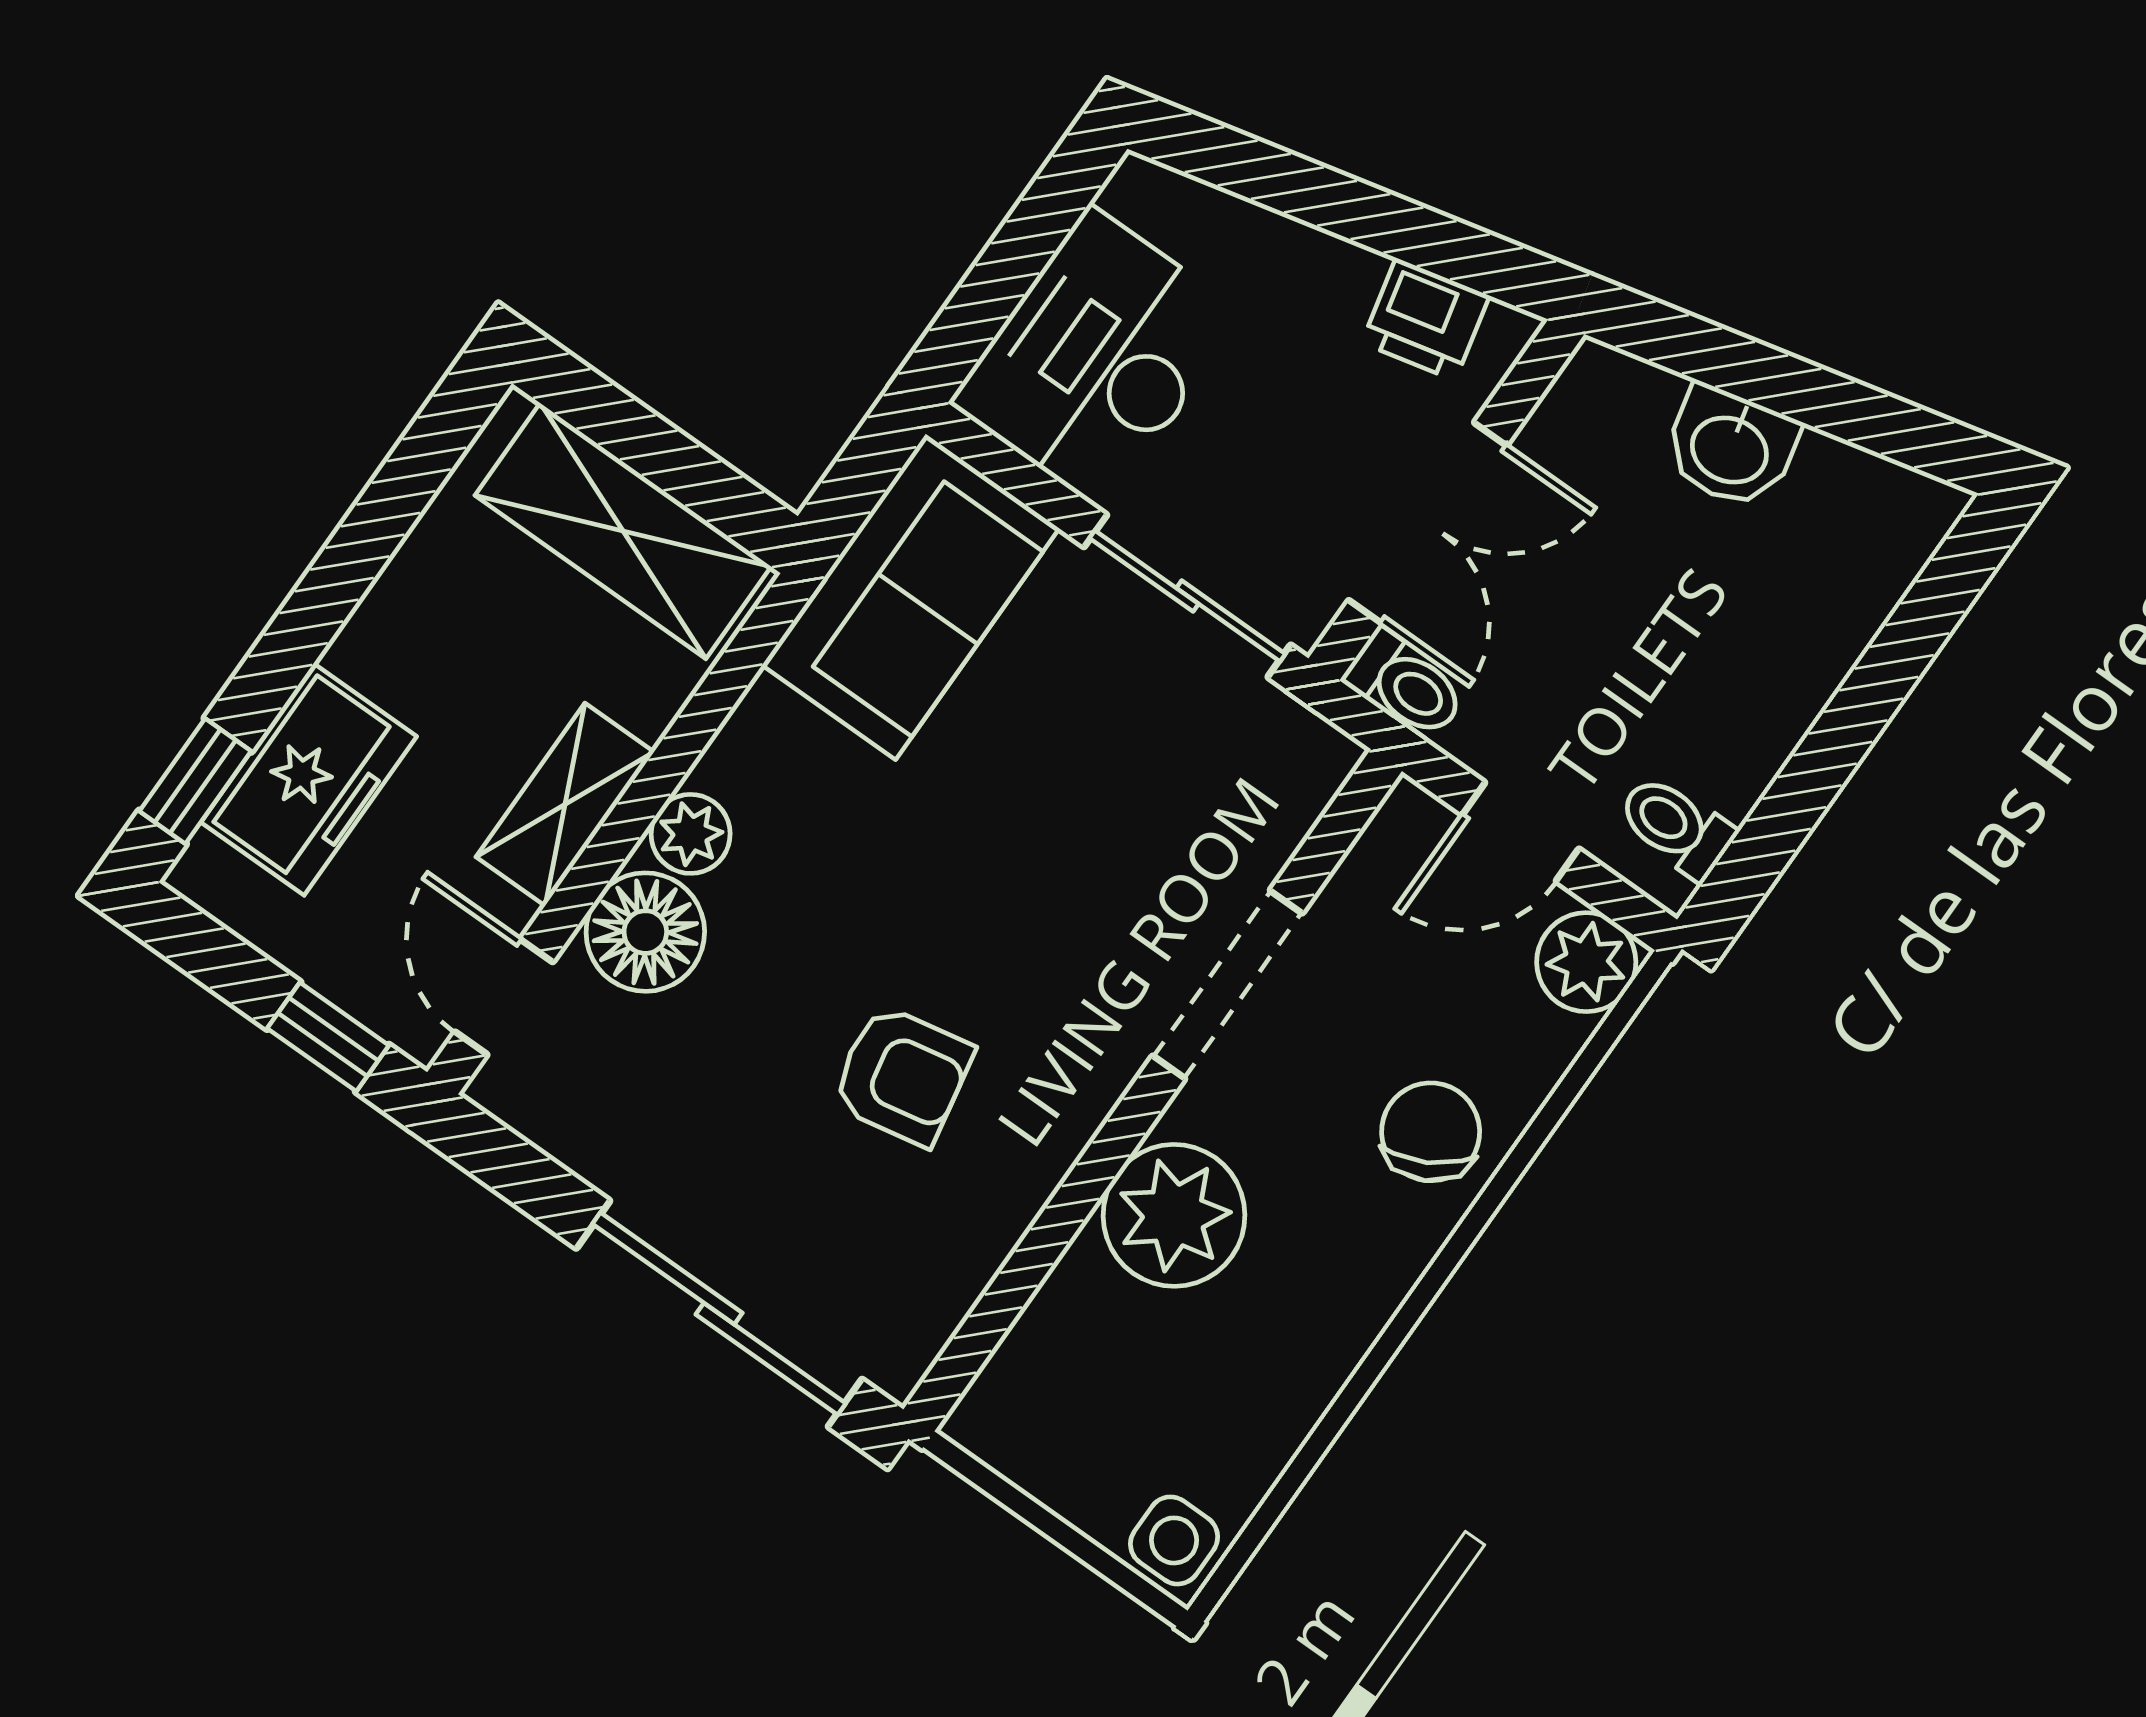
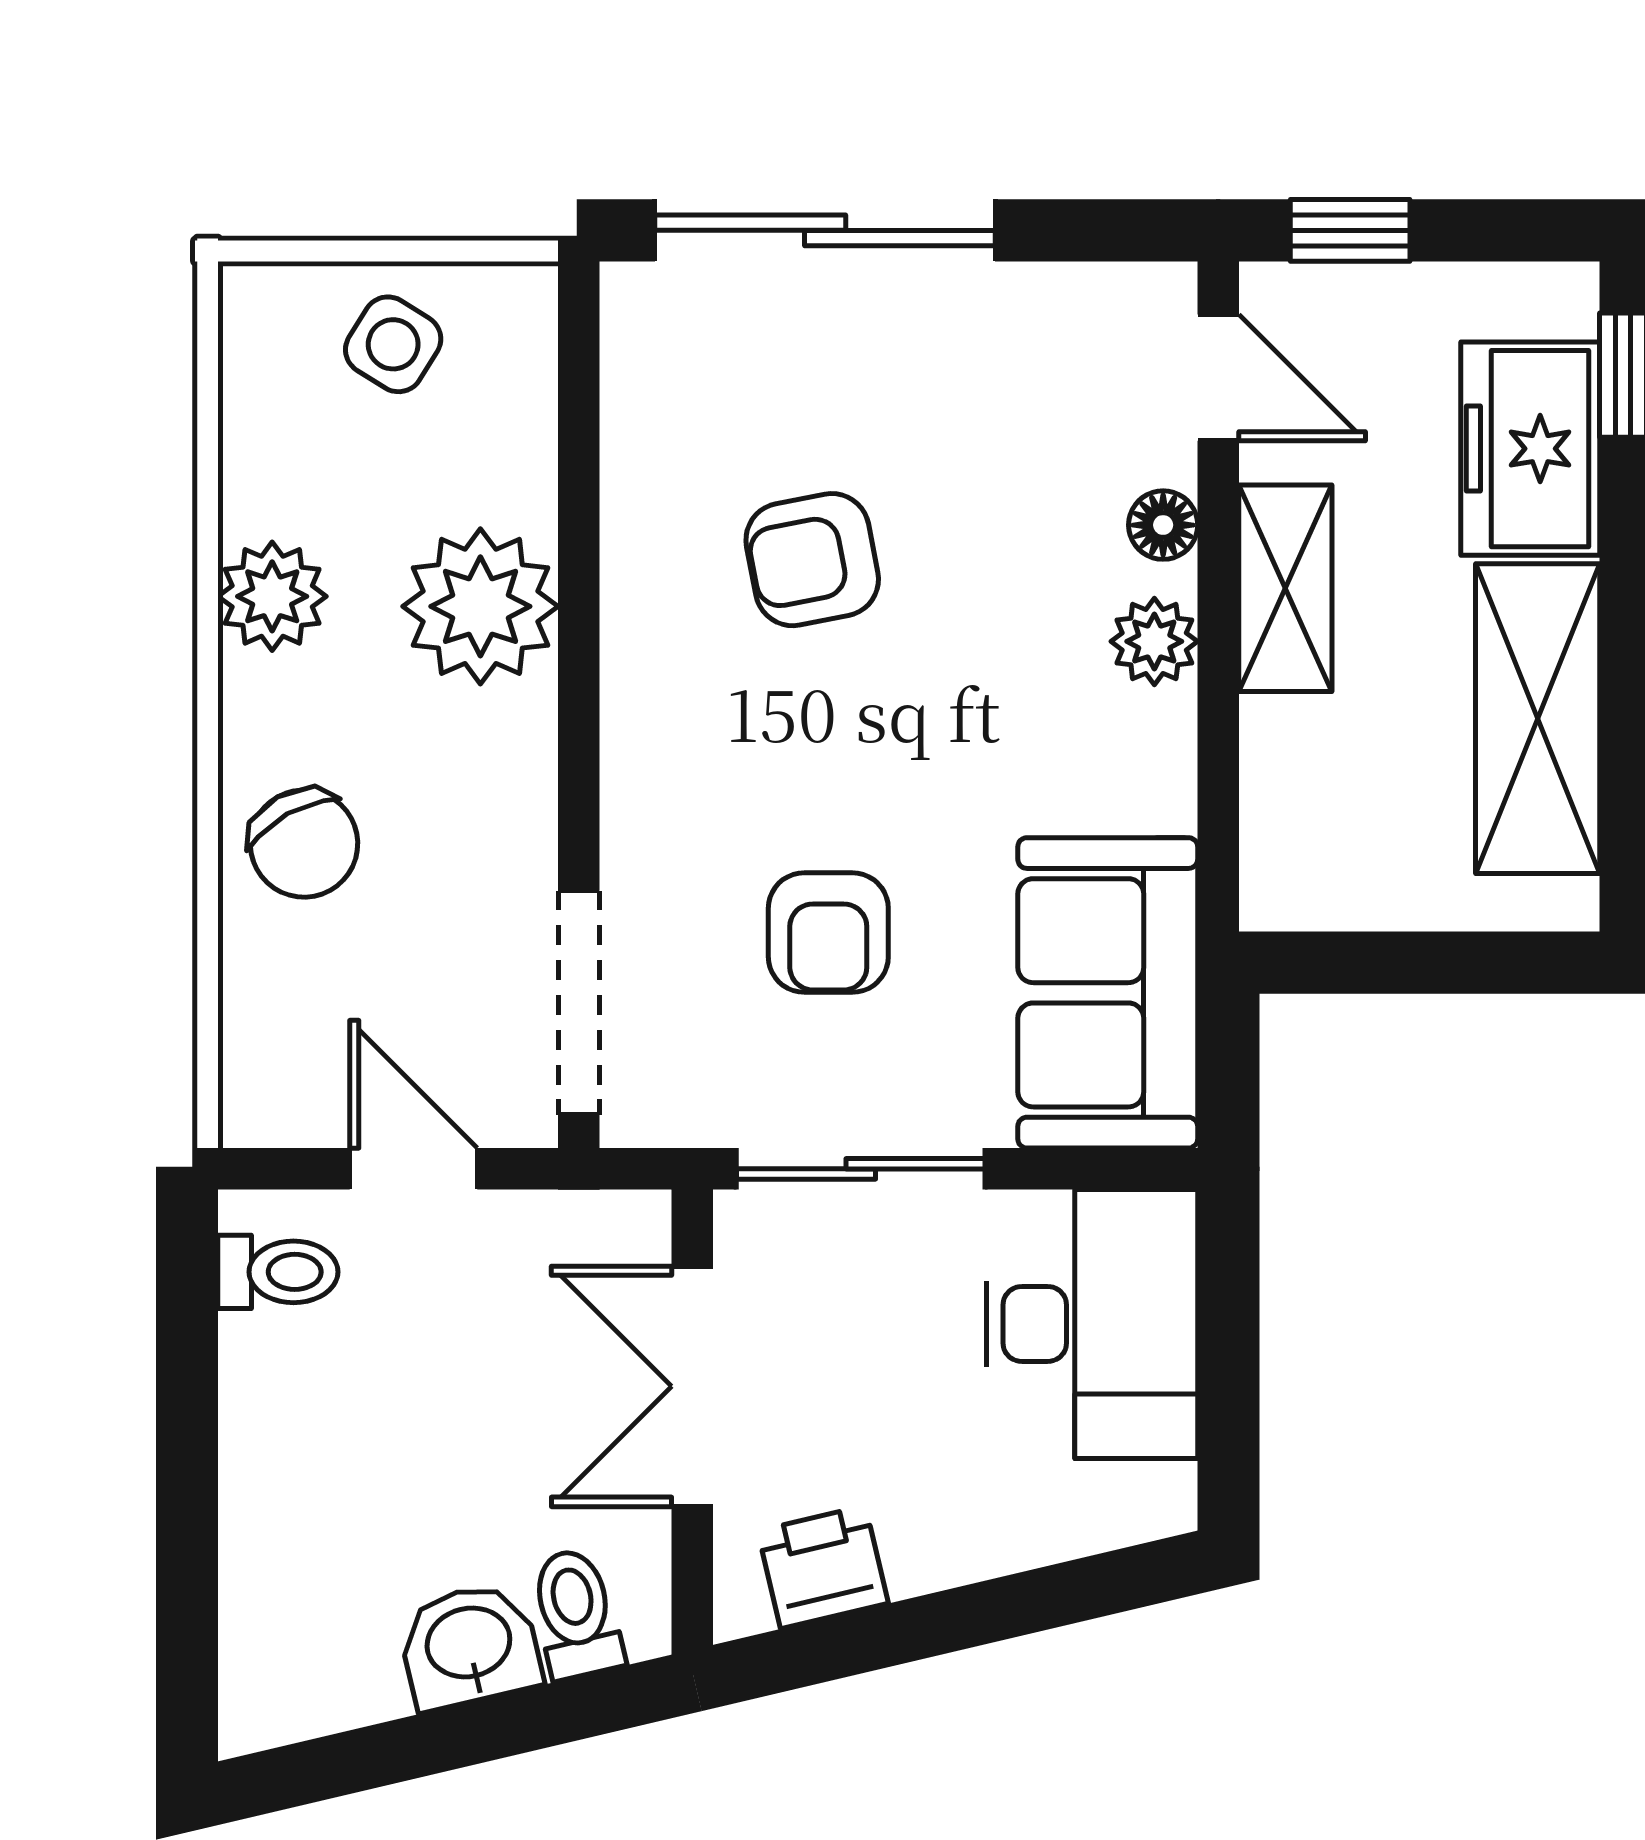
shelving: (623, 531) -> (1538, 719), moved, turned 90
toilet: (1405, 685) -> (576, 1614), moved, turned 77
armchair: (1087, 789) -> (828, 933), added
door: (1520, 832) -> (414, 1169), hinge flipped
floor lamp: (645, 932) -> (1163, 525), width x0.53, depth x0.53
plant: (1586, 962) -> (272, 596), moved
doorway: (1228, 985) -> (579, 1003), moved
side table: (1174, 1540) -> (393, 344), moved, turned 32

